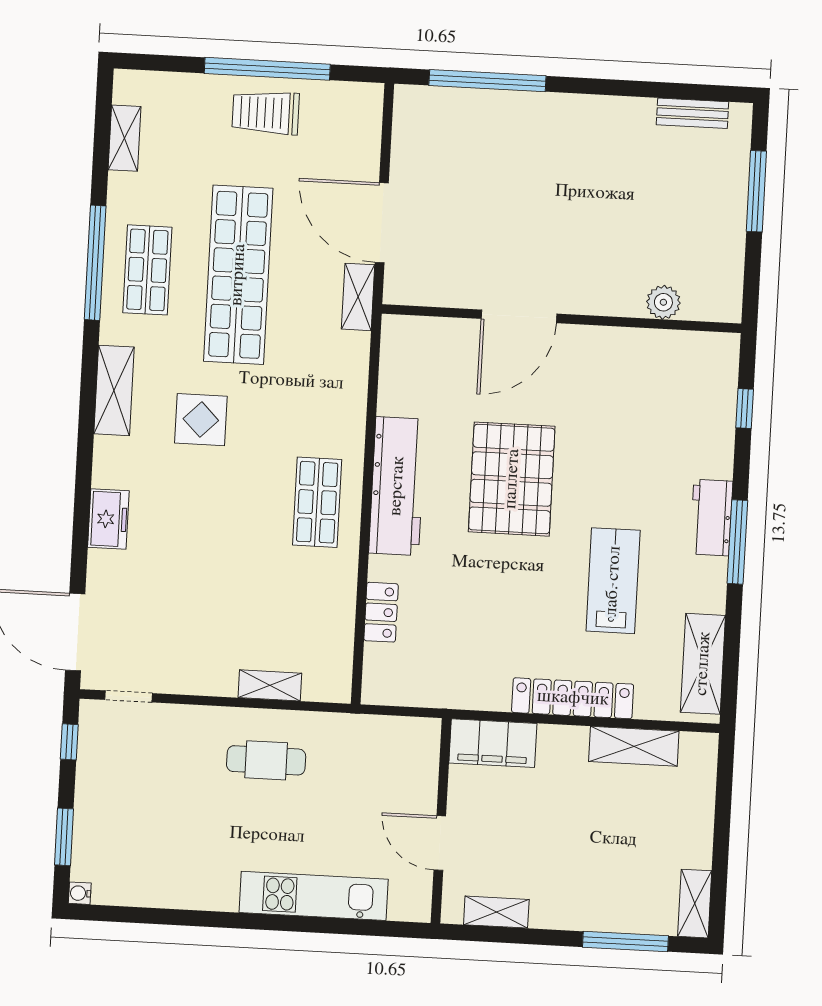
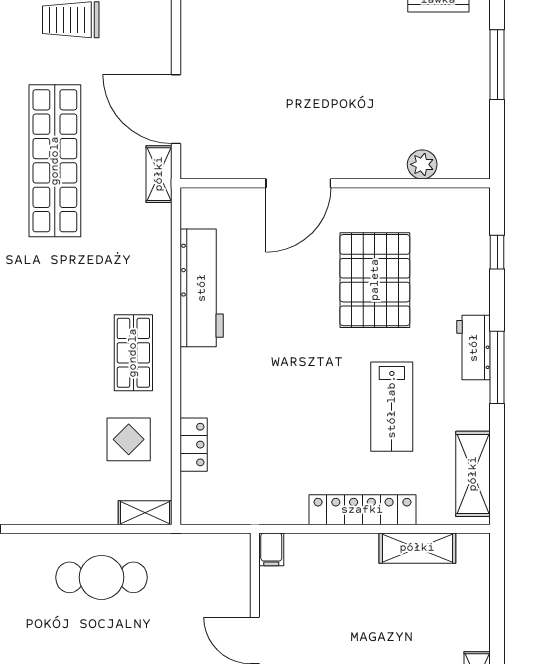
display table: (201, 420) -> (129, 439), moved
pallet: (512, 479) -> (375, 280), moved
workbench: (397, 486) -> (202, 288), moved
lab bench: (613, 581) -> (392, 407), turned 180
shelving: (270, 685) -> (145, 513), moved
filing cabinet: (493, 743) -> (271, 549), width x0.33, depth x0.86
cafe table: (266, 760) -> (101, 577), width x1.37, depth x1.35

